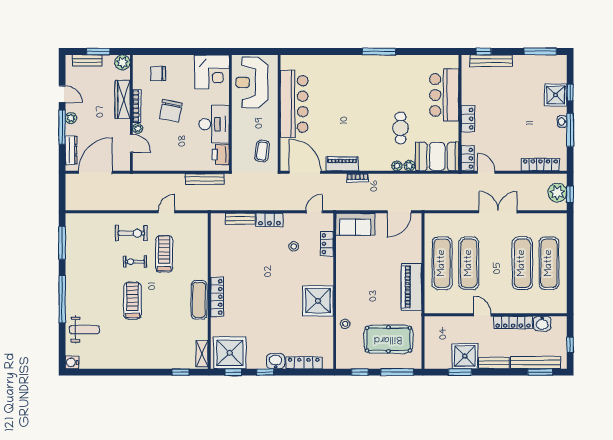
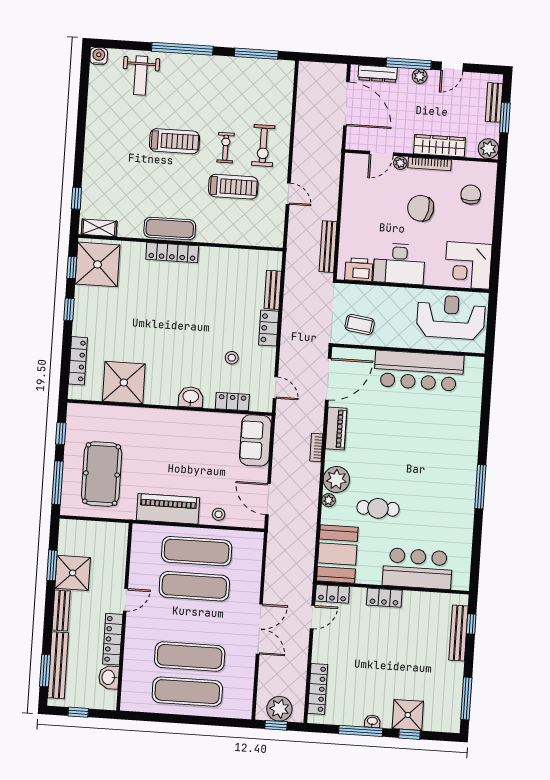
plant: (409, 166) -> (336, 479), moved, width x1.88, depth x1.88
shower: (318, 301) -> (124, 383), moved
stool: (345, 324) -> (219, 514), moved
washbasin: (276, 361) -> (191, 397), moved, turned -90

